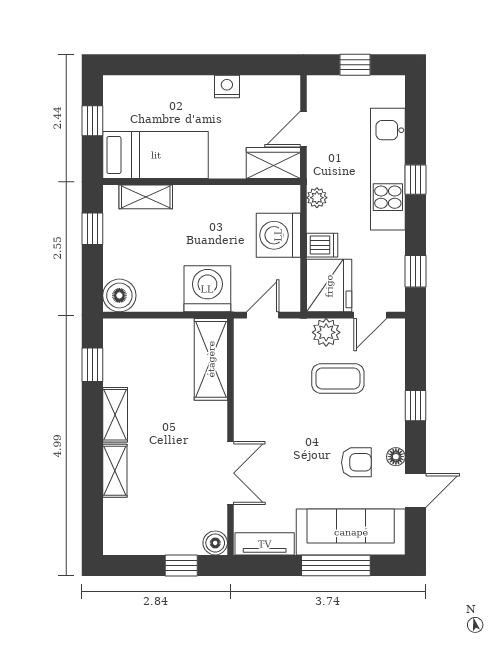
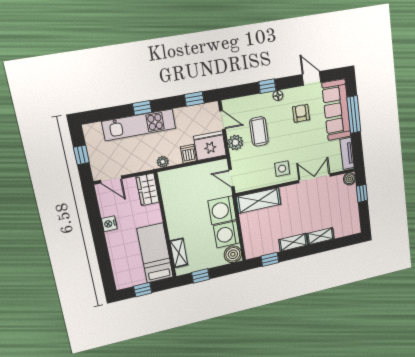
door: (304, 129) -> (111, 180), moved
washing machine: (278, 235) -> (227, 234), moved, turned 90
side table: (261, 413) -> (282, 169), added
floor lamp: (396, 457) -> (278, 95), moved

